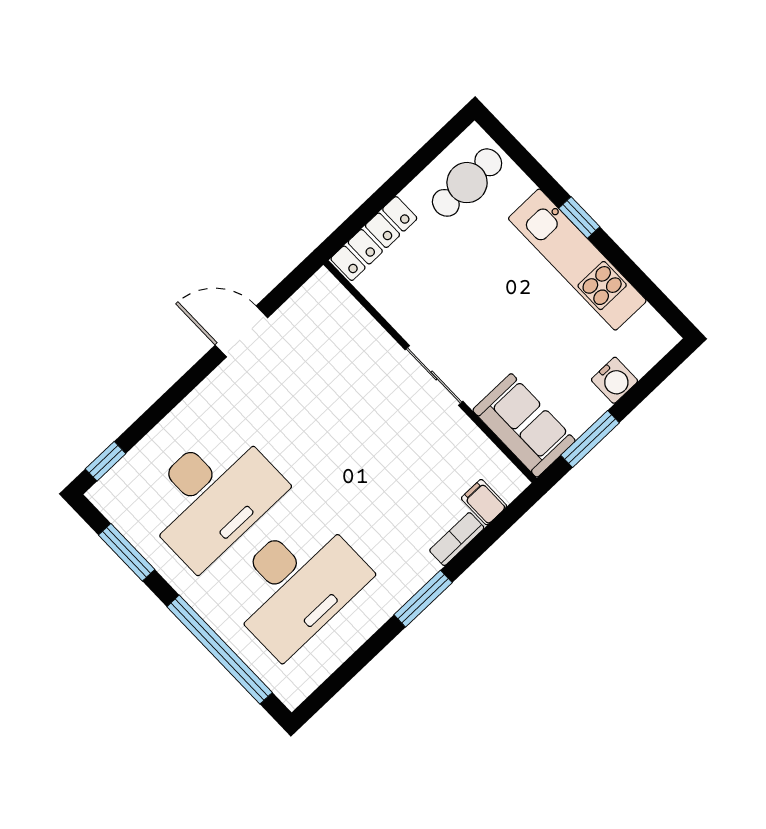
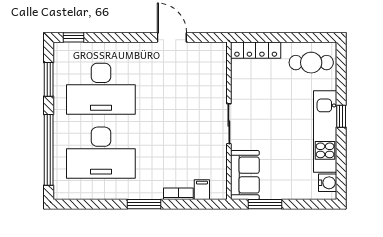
water cooler: (614, 380) -> (328, 183), moved, turned -90

